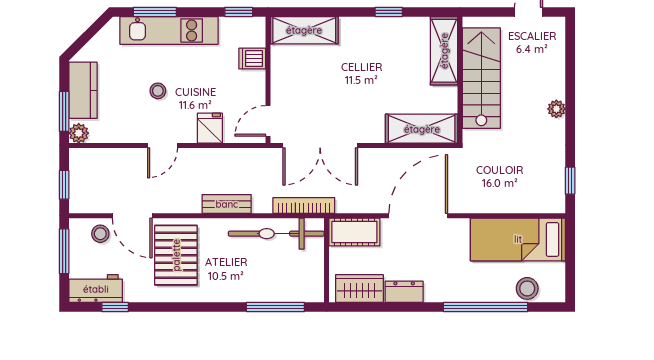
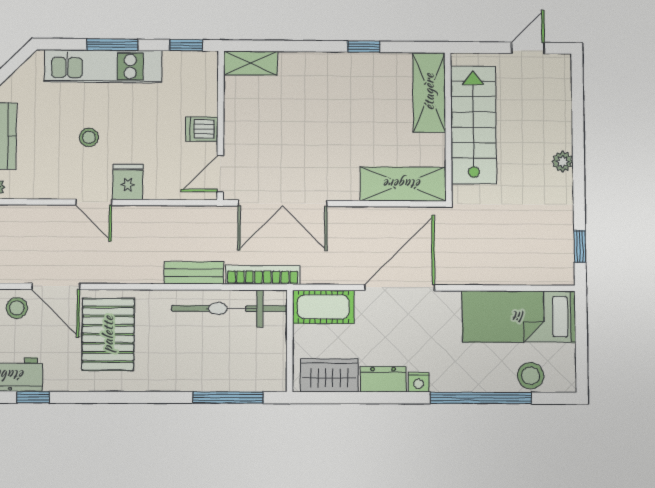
window: (155, 12) -> (112, 45), moved
shelving: (304, 30) -> (251, 63), width x0.67, depth x0.75
dishwasher: (252, 59) -> (202, 129), moved
fridge: (210, 128) -> (128, 182), moved
door: (163, 145) -> (94, 202), hinge flipped
bench: (227, 204) -> (194, 273), moved
nightstand: (434, 294) -> (419, 382), added

